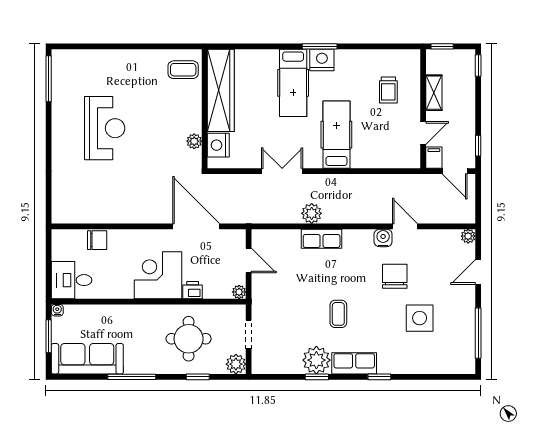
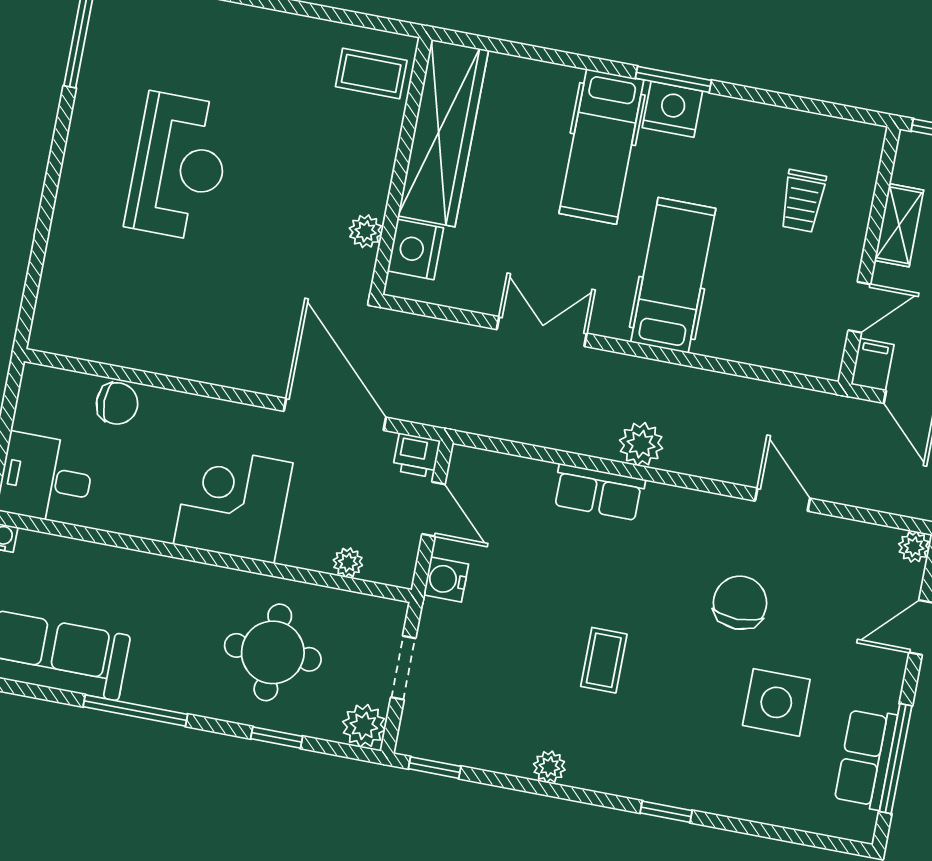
plant: (312, 213) -> (641, 444), moved
water cooler: (383, 238) -> (446, 579), moved, turned -90
printer: (193, 290) -> (416, 455), moved, turned 180
plant: (239, 292) -> (348, 563), moved
plant: (316, 360) -> (549, 767), width x0.53, depth x0.53
row of seats: (354, 363) -> (866, 759), moved, turned -90
window: (317, 377) -> (435, 768), moved

